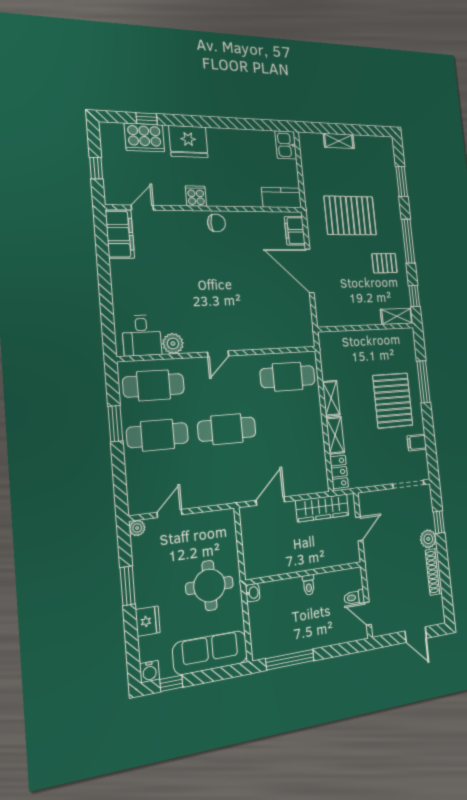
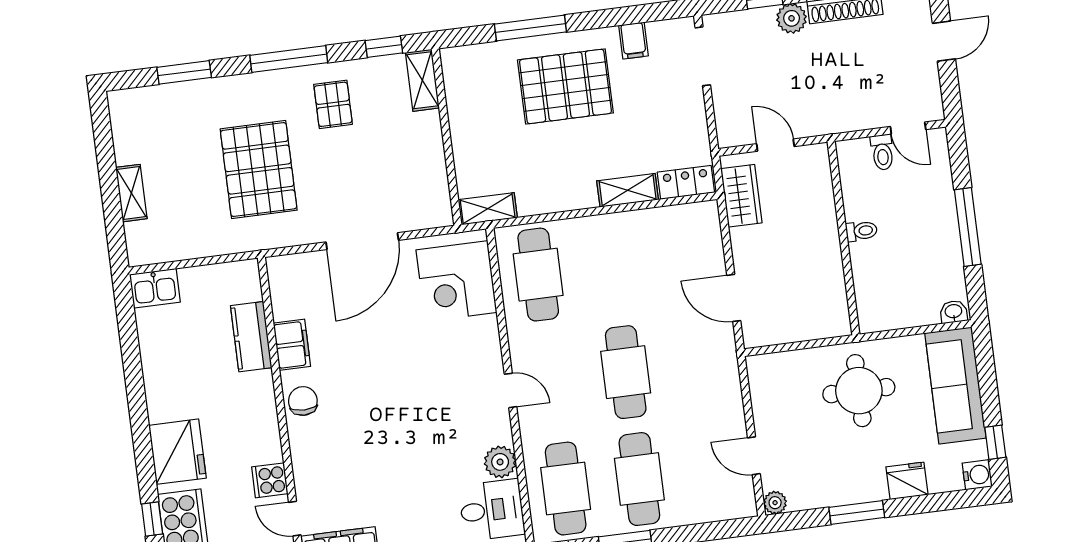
cooker: (196, 196) -> (270, 480), moved
kitchen counter: (282, 198) -> (251, 337), moved
filing cabinet: (295, 231) -> (292, 345), moved, turned -90
corner desk: (285, 326) -> (457, 281), added
shelving: (331, 398) -> (488, 209), moved
wardrobe: (322, 508) -> (741, 196), width x0.67
washbasin: (253, 593) -> (954, 312), moved
door: (368, 614) -> (908, 128), hinge flipped
window: (290, 660) -> (968, 227), moved

